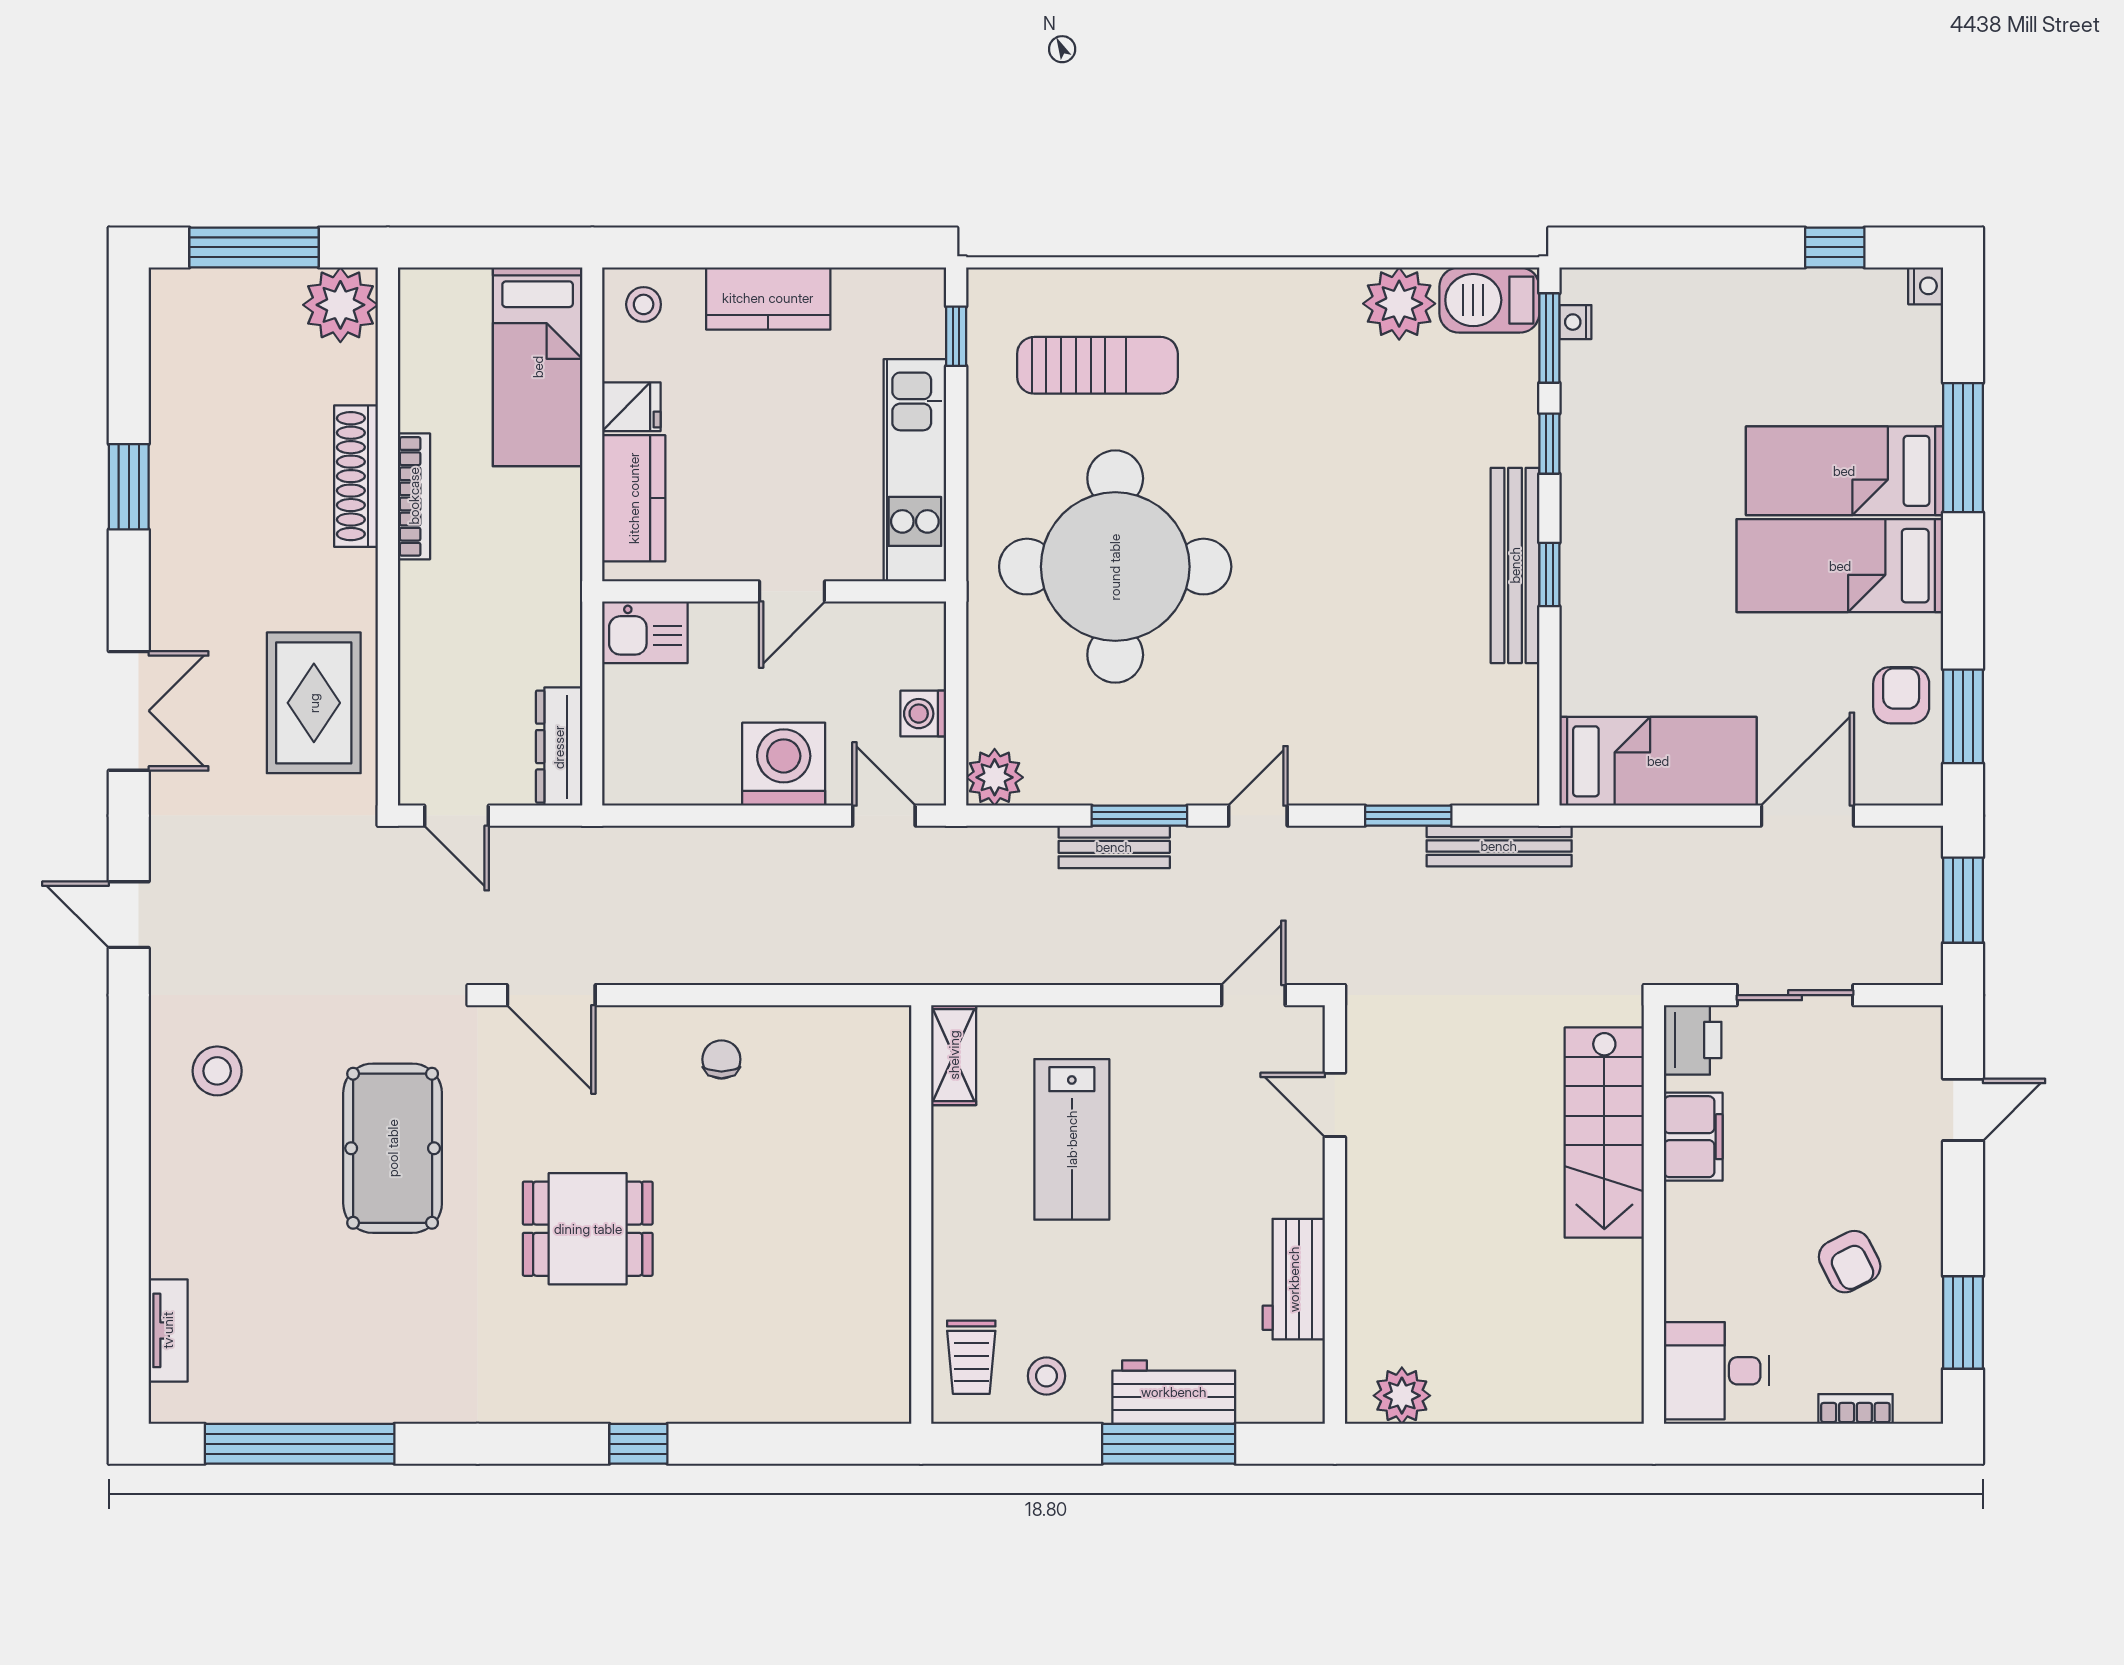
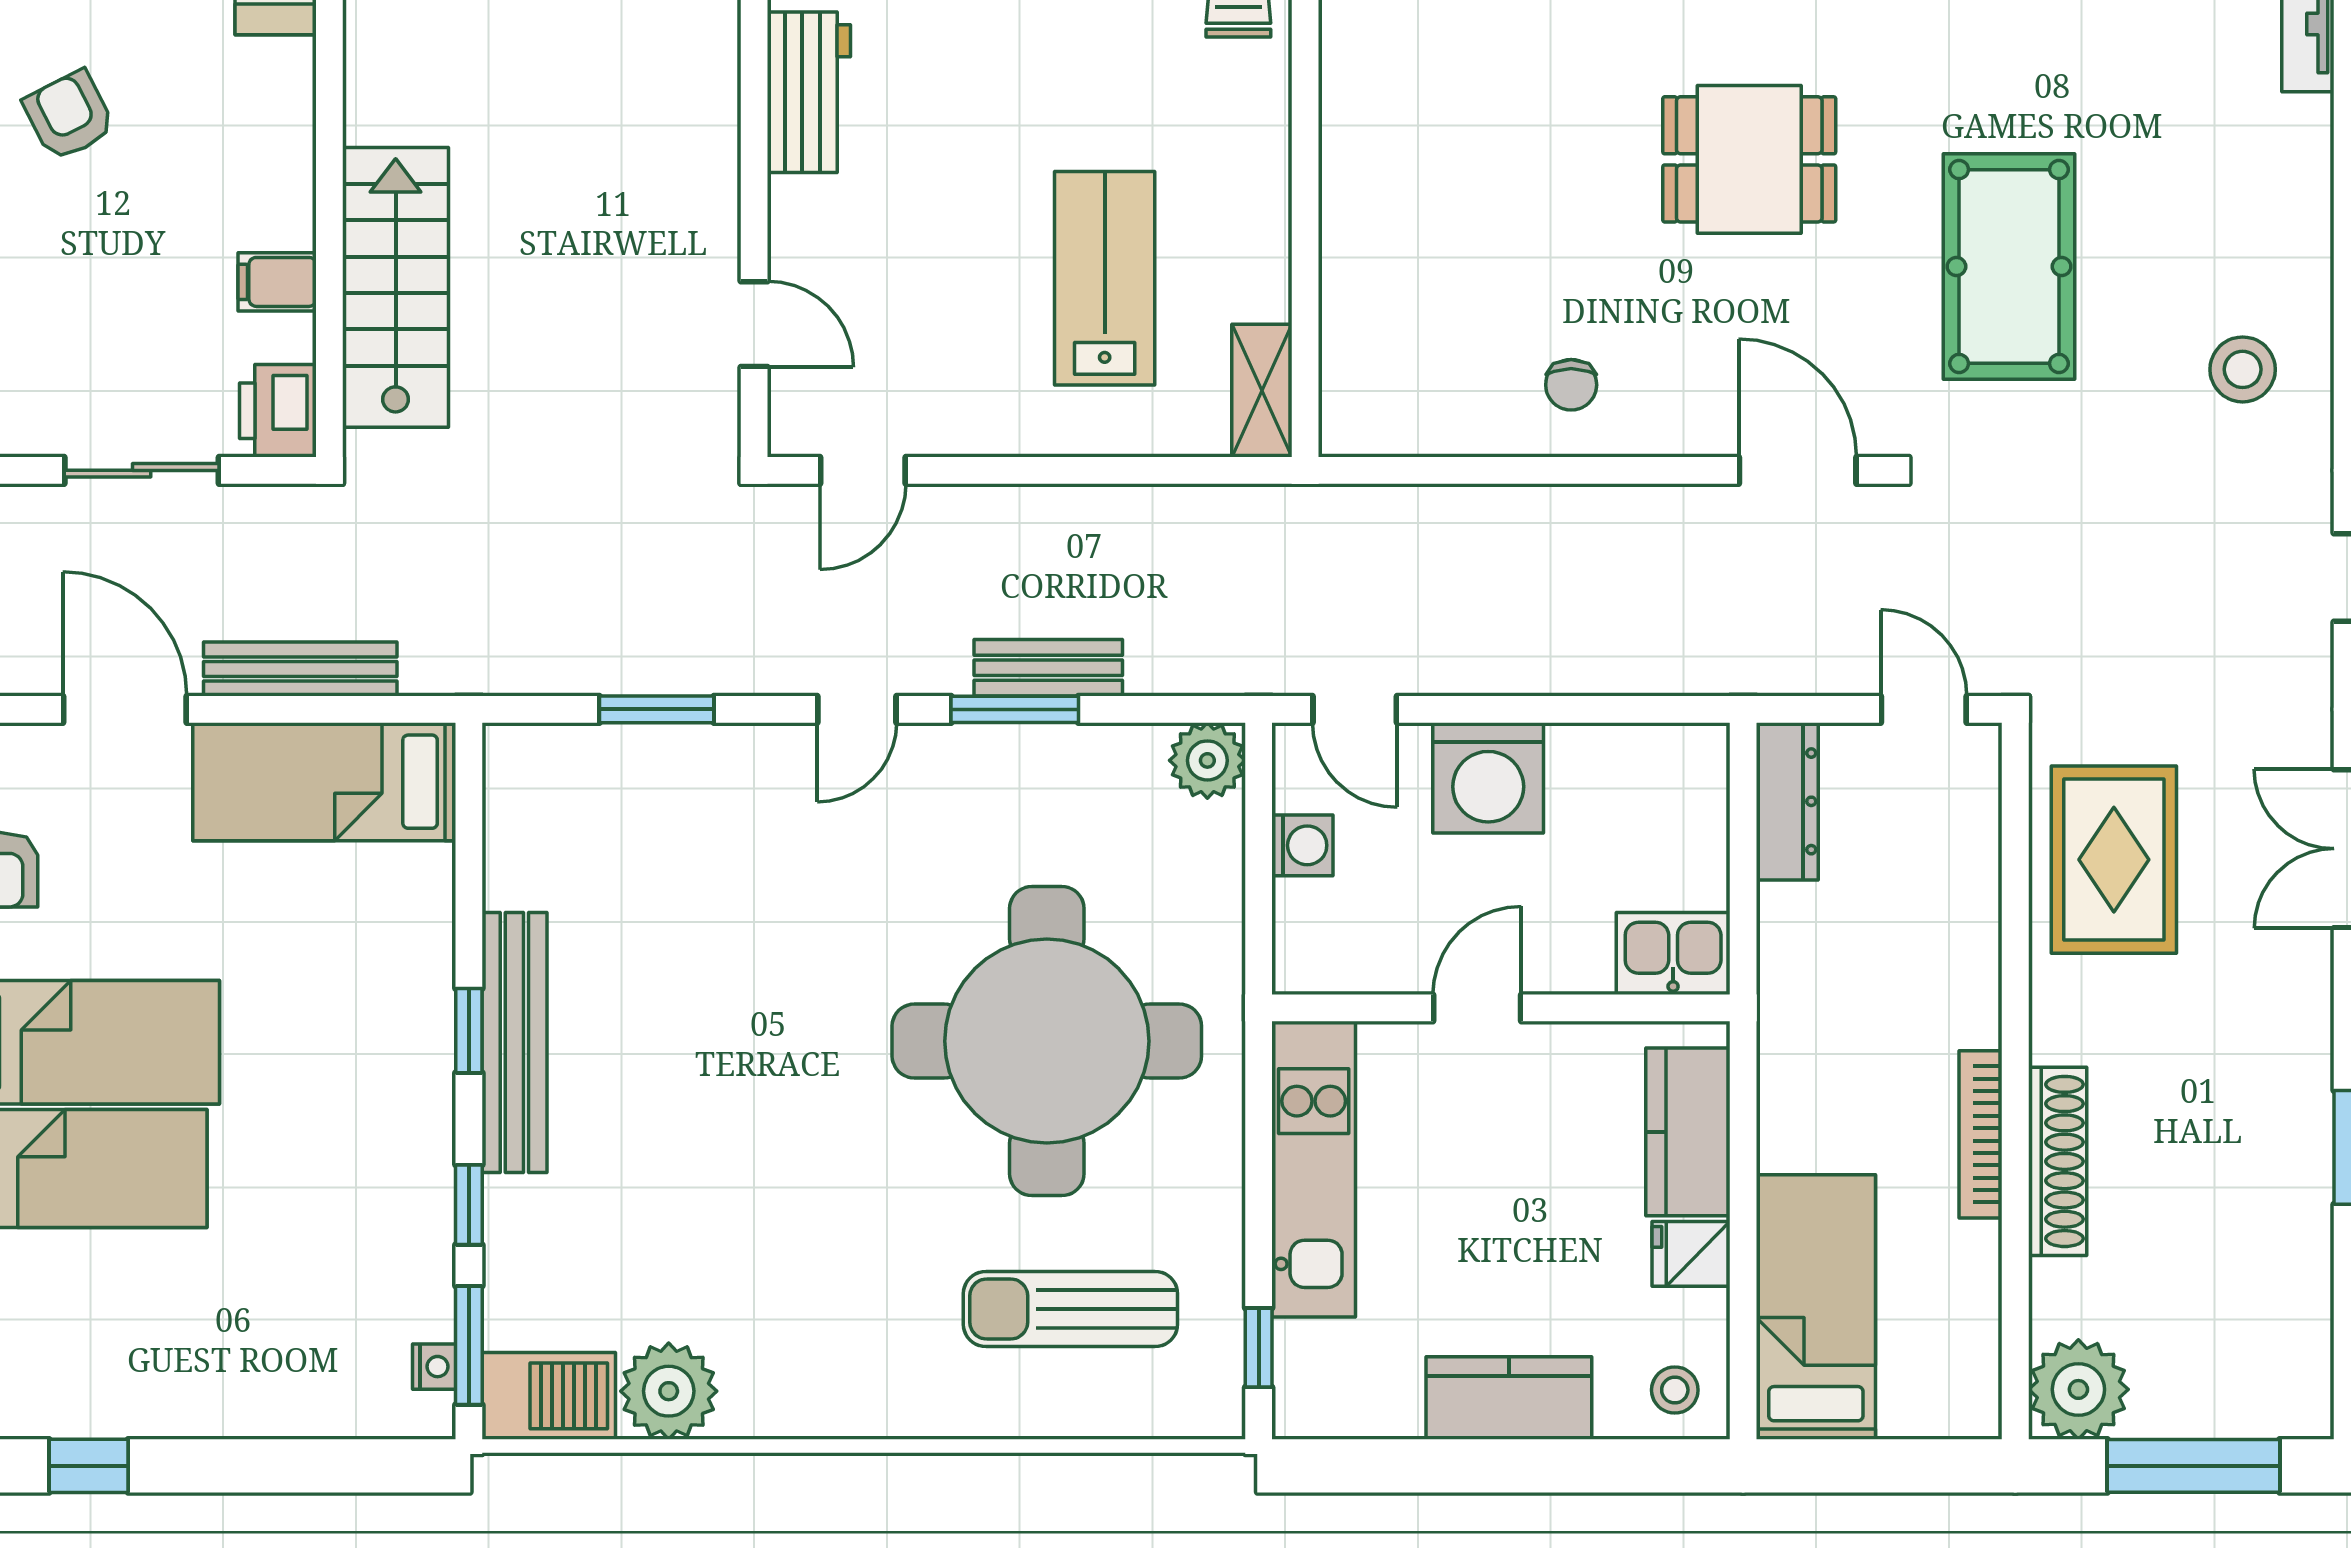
door: (1808, 816) -> (125, 709), swing flipped
bench: (1499, 846) -> (300, 669), moved
filing cabinet: (1693, 1137) -> (277, 282), width x0.50

